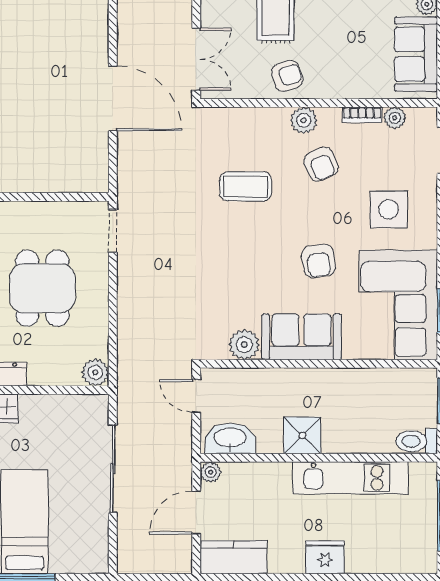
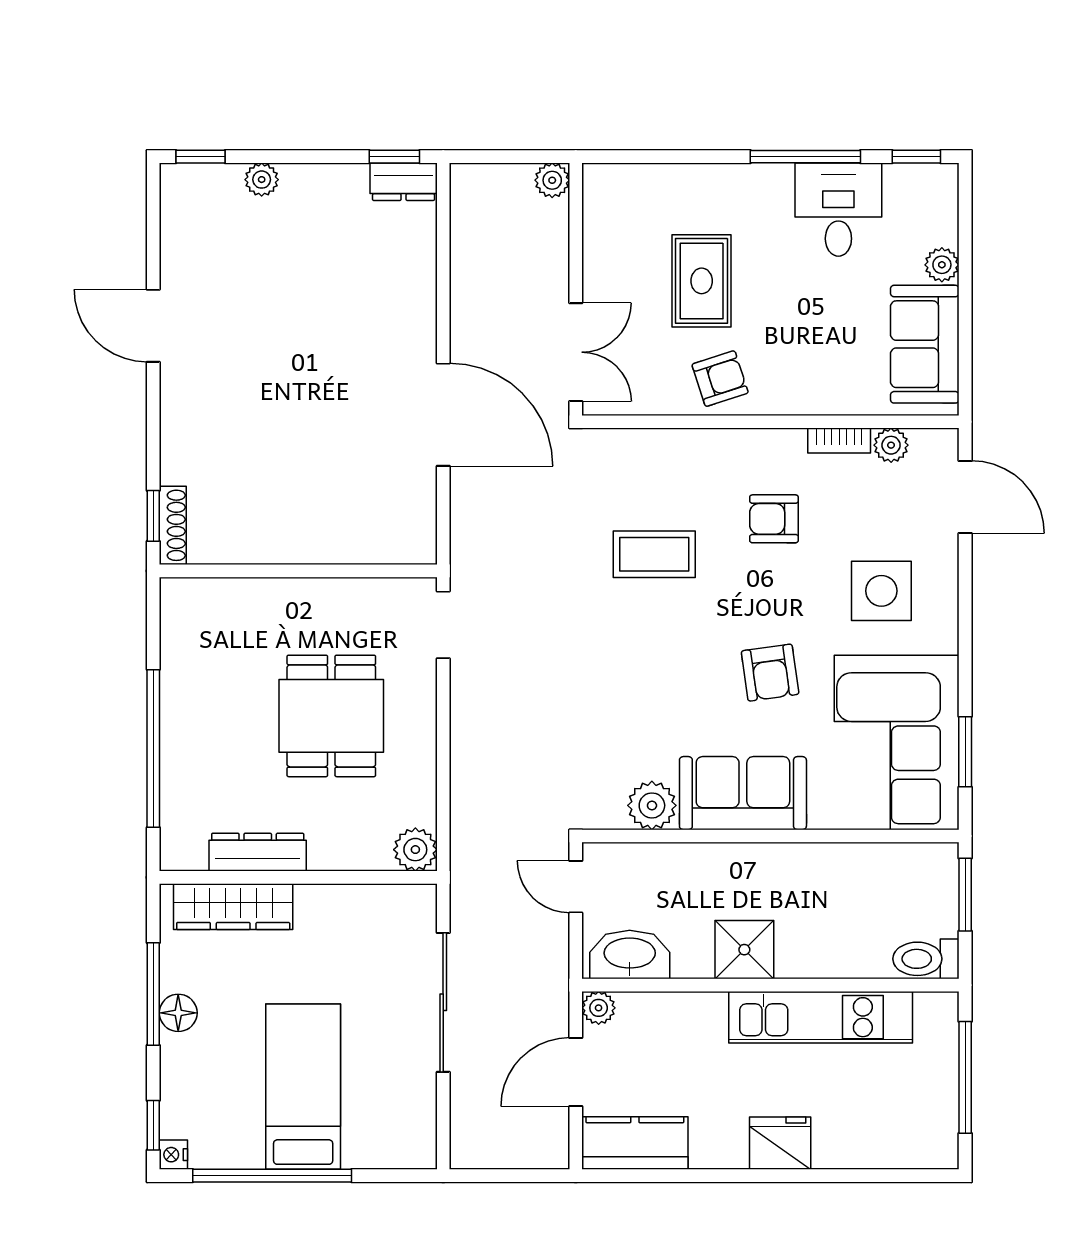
plant: (304, 120) -> (746, 449), removed
armchair: (321, 164) -> (774, 519), turned 114

